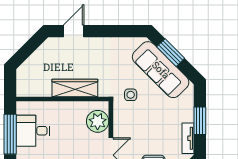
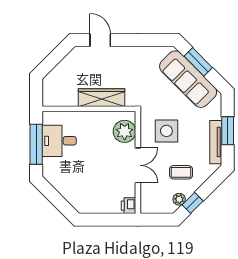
door: (74, 31) -> (100, 40), hinge flipped
side table: (131, 95) -> (166, 131), moved, width x1.87, depth x1.87
tv unit: (188, 138) -> (216, 142), width x1.41

